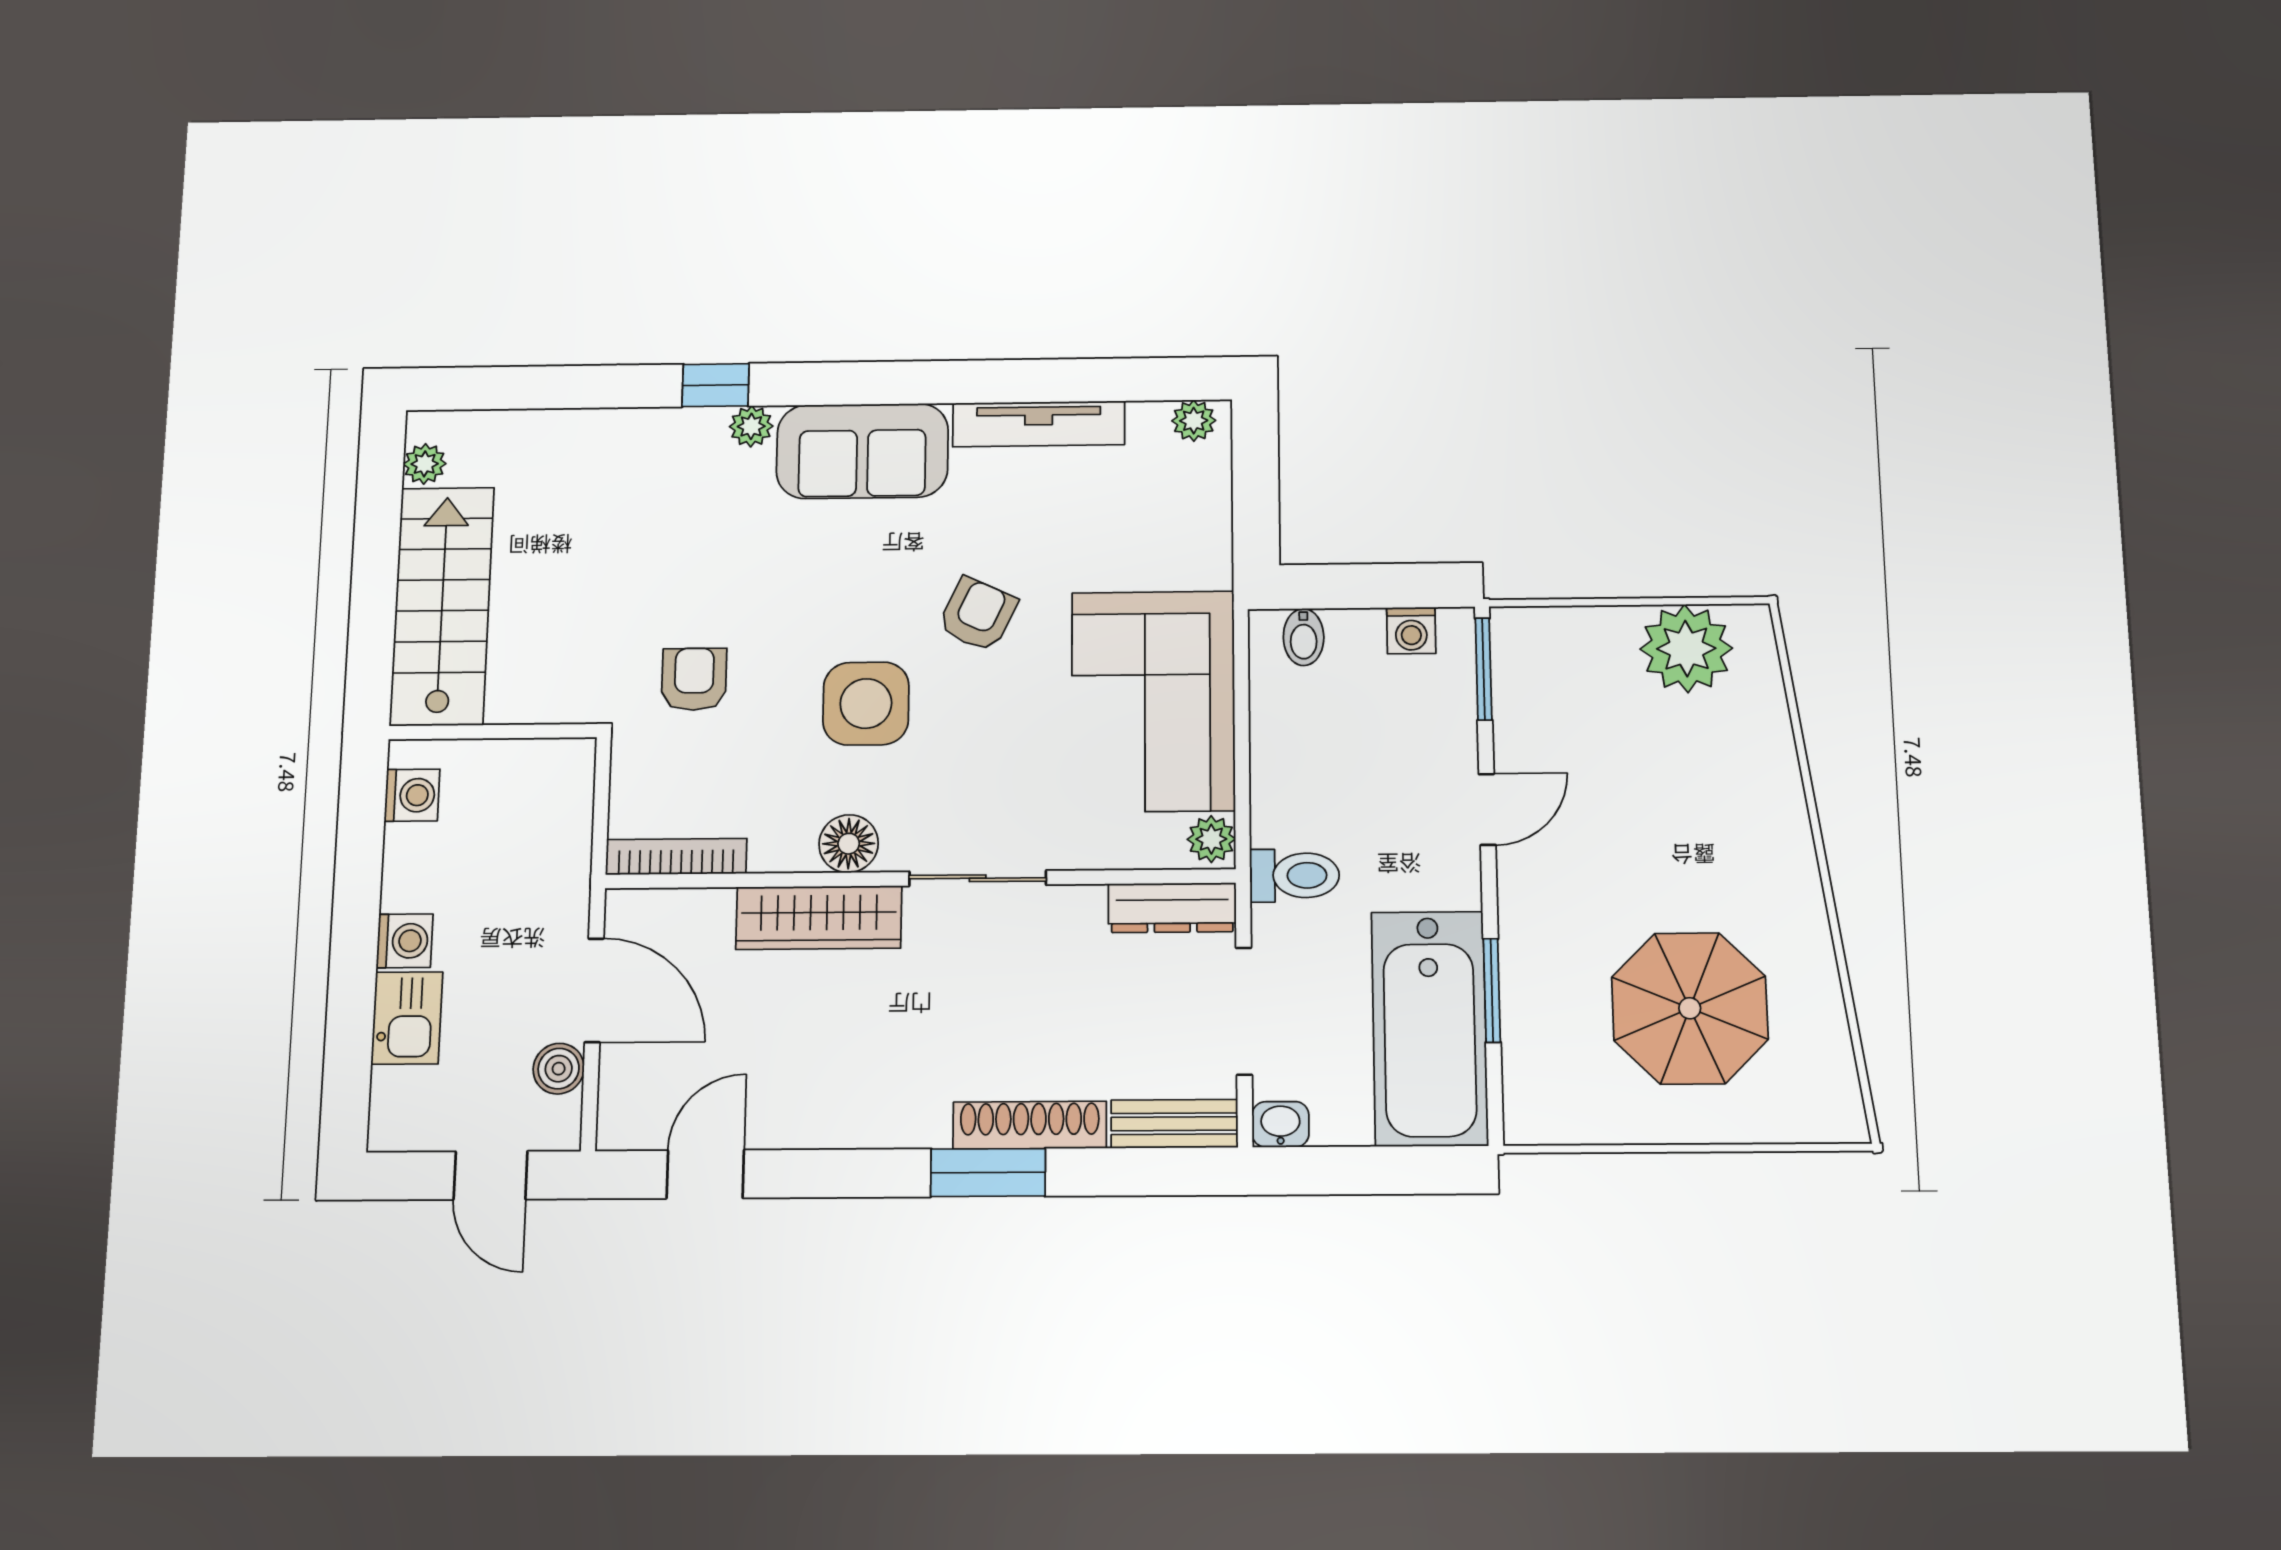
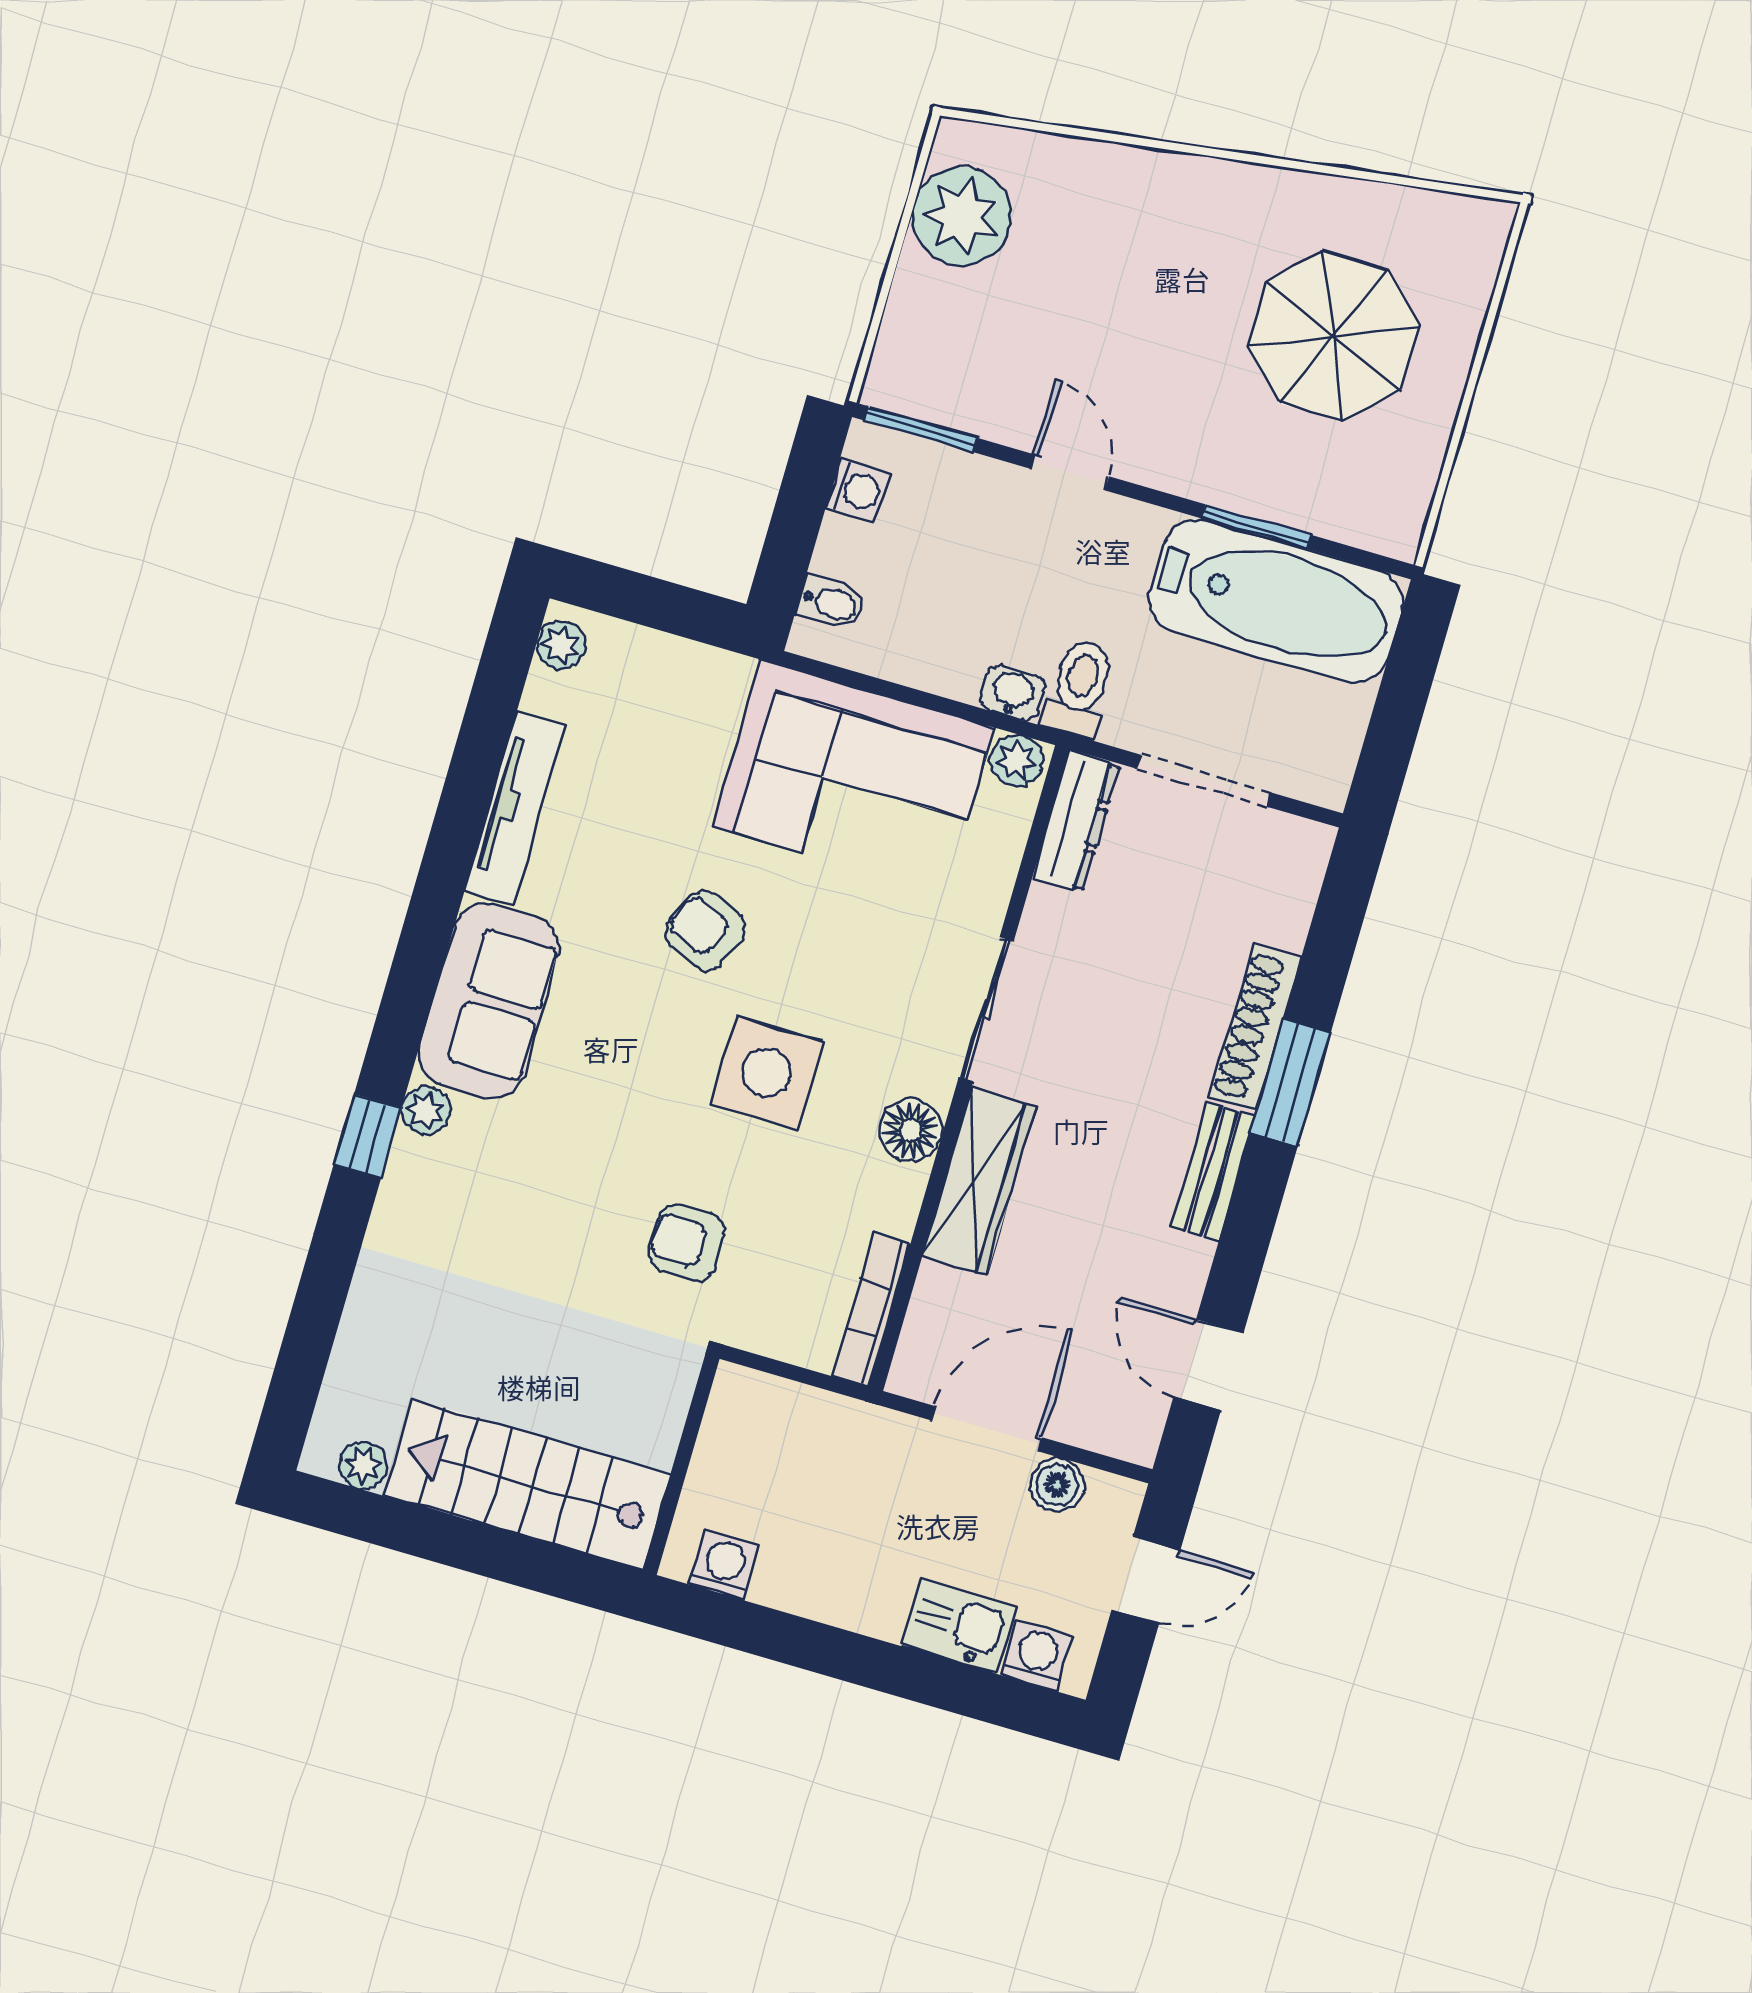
washing machine: (405, 941) -> (1037, 1655), moved
bench: (1174, 1124) -> (1213, 1172), moved
washbasin: (1280, 1124) -> (1013, 693), moved, turned 90

